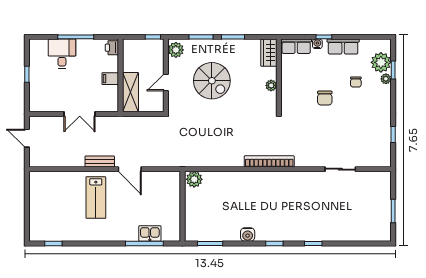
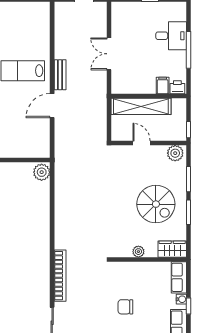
filing cabinet: (110, 79) -> (163, 86), moved
spiral stairs: (212, 81) -> (156, 204), moved, turned -90
shelving: (130, 92) -> (141, 106), width x1.47
bookcase: (269, 161) -> (60, 276), moved

